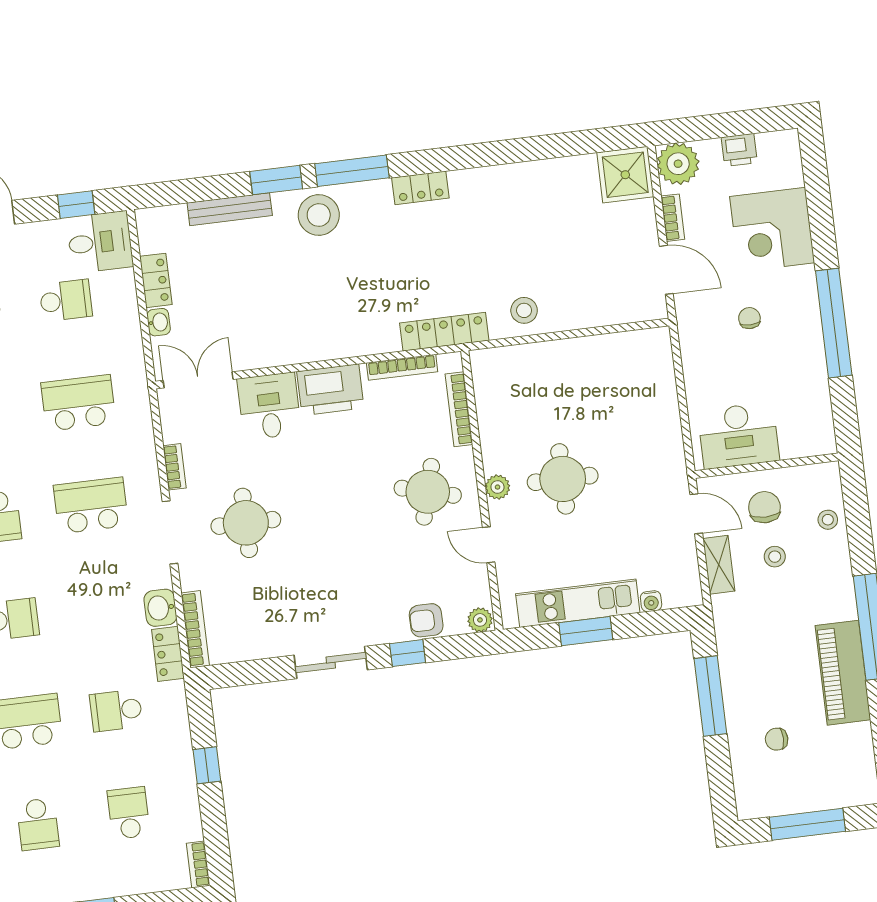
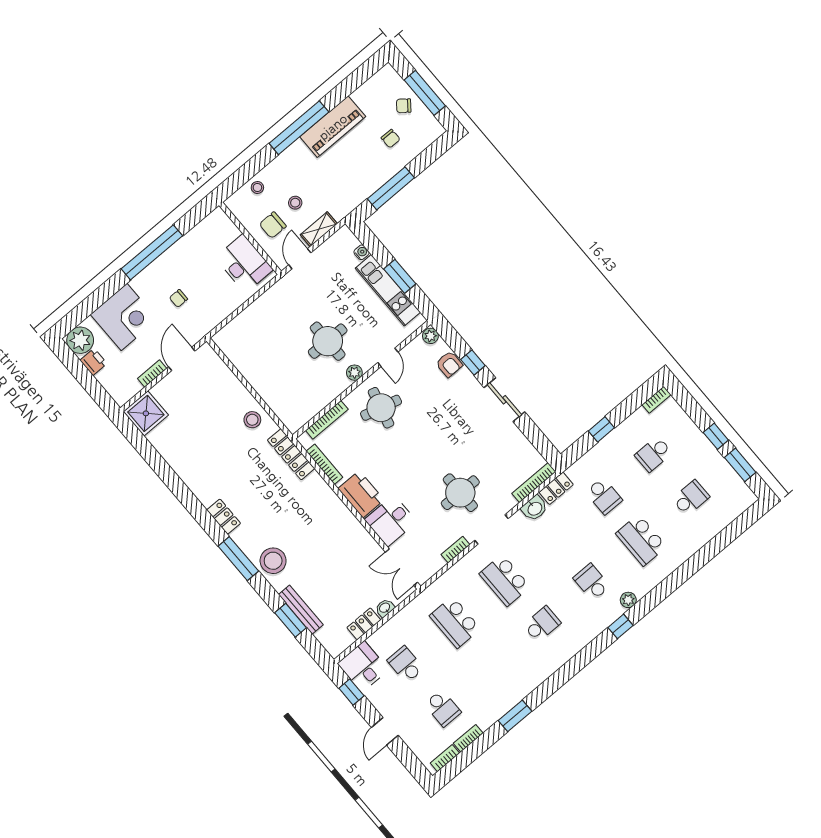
plant: (678, 164) -> (80, 340), moved
window: (276, 180) -> (291, 620), moved
chair: (809, 785) -> (404, 106), added

